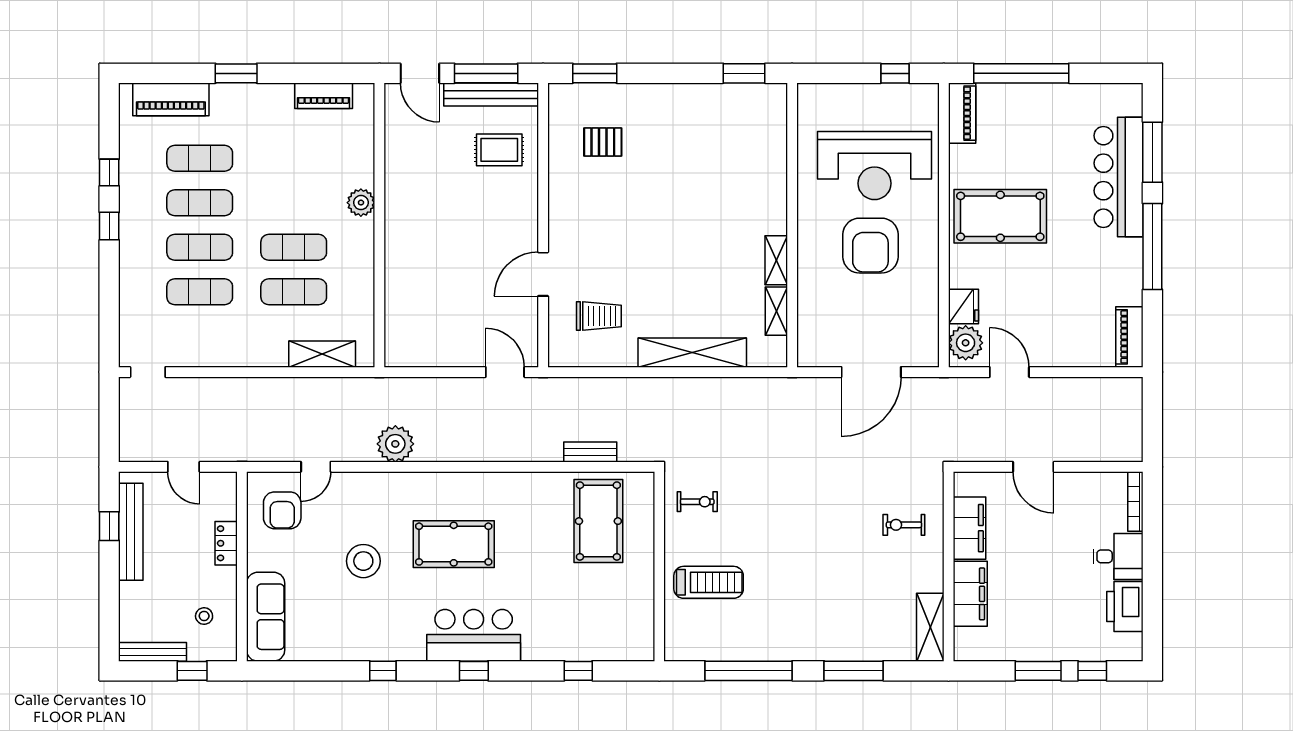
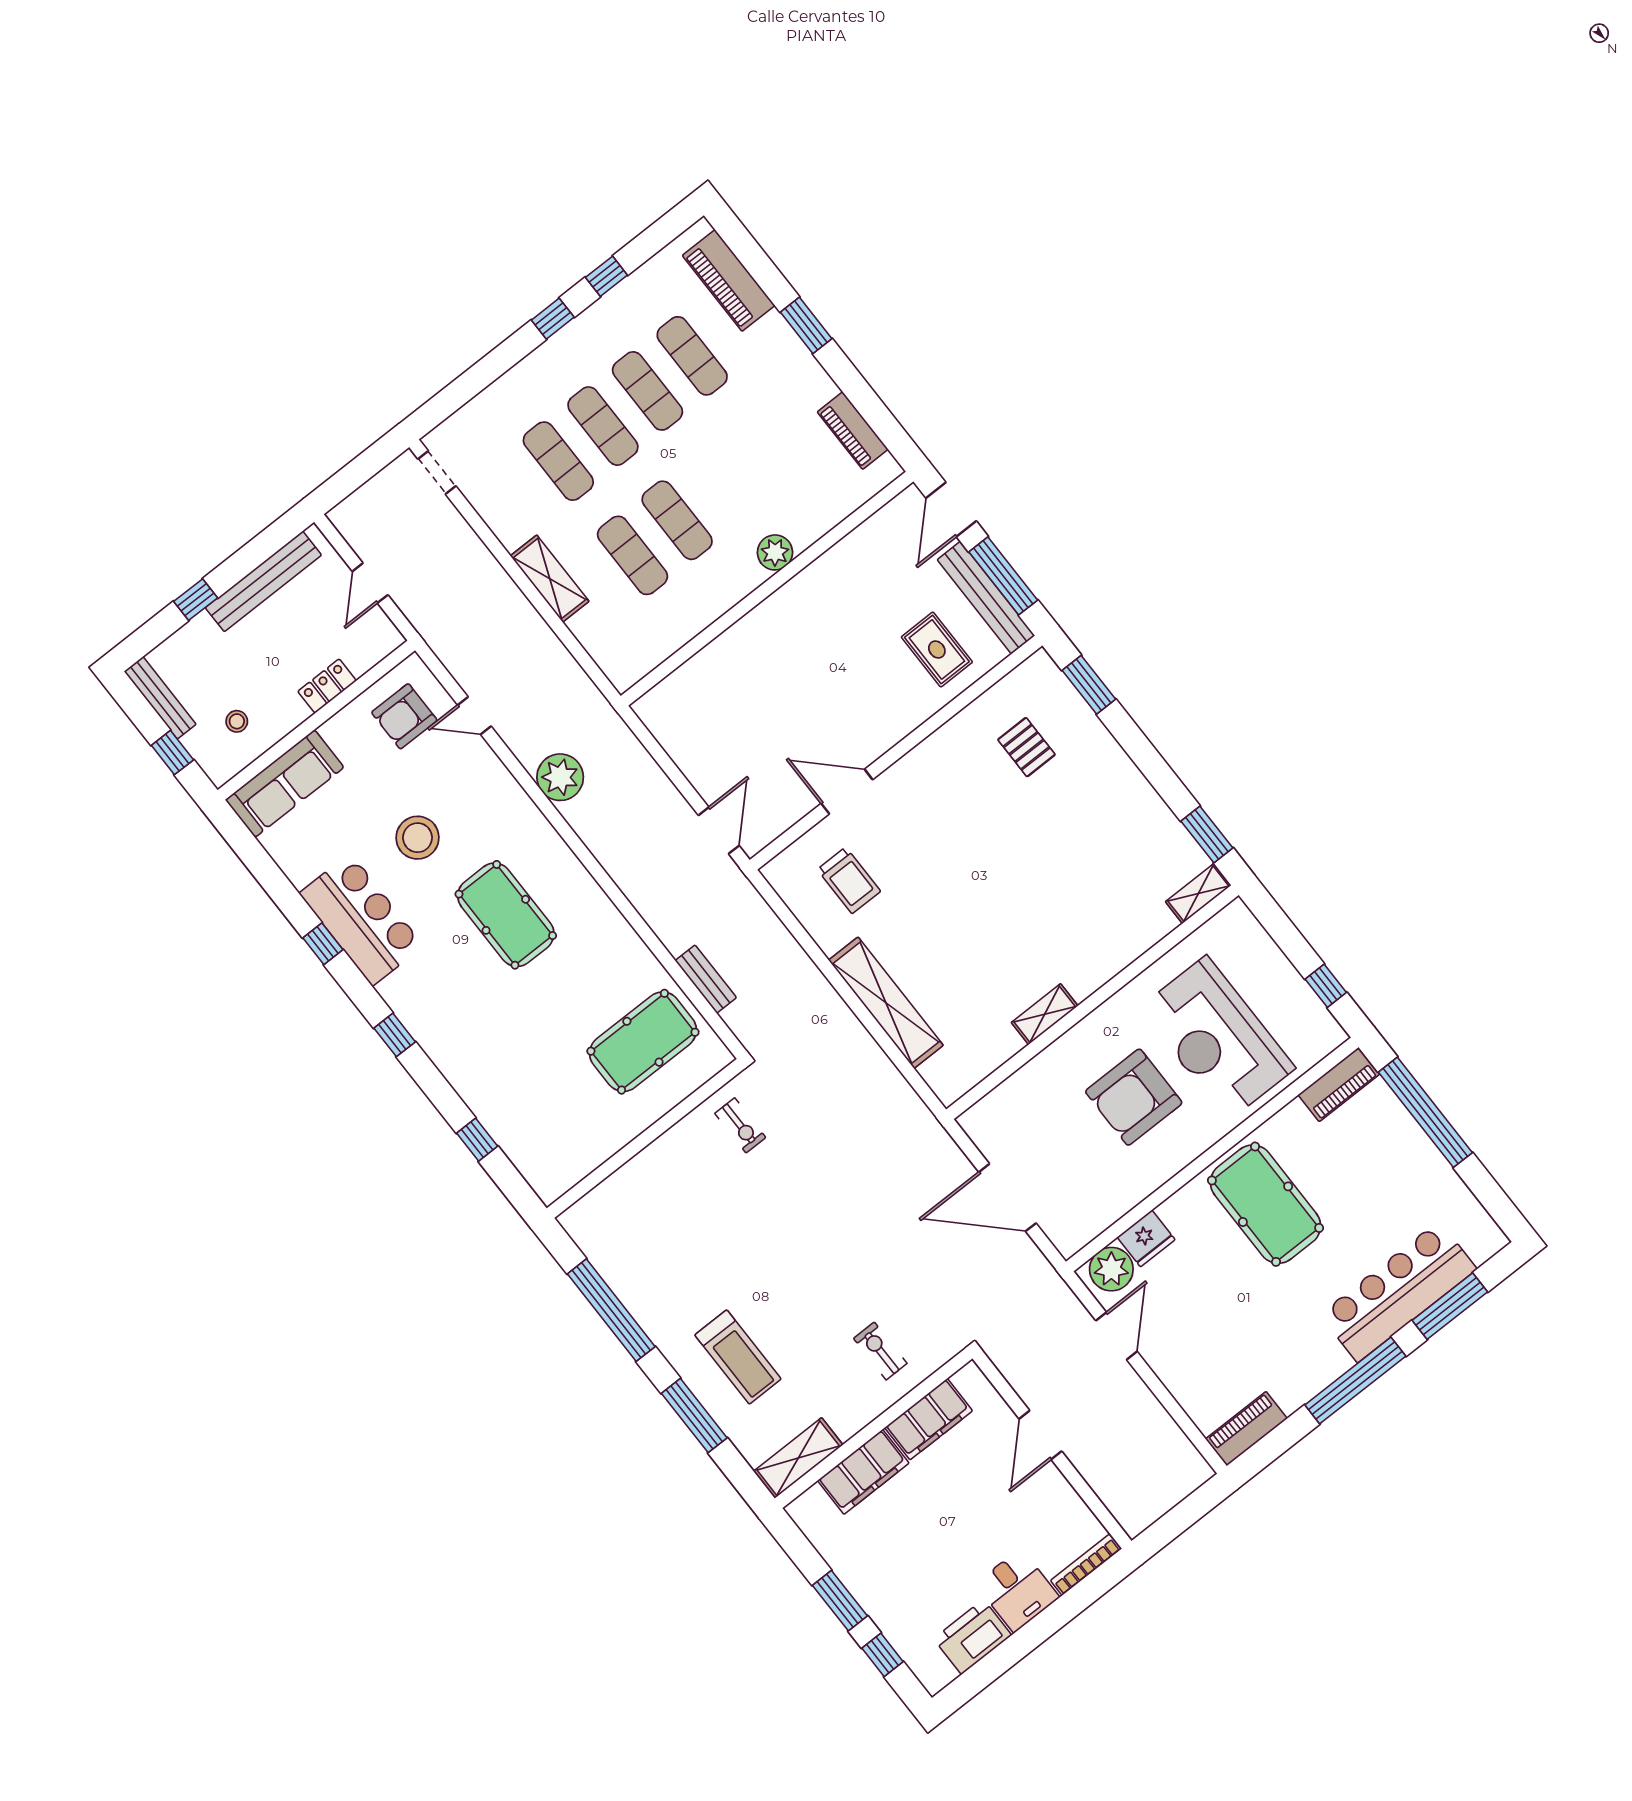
shelving: (776, 311) -> (1198, 894), moved
shelving: (322, 354) -> (550, 579), moved
window: (109, 526) -> (196, 600), moved
treadmill: (709, 582) -> (738, 1357), moved
bar counter: (474, 635) -> (361, 920), moved

